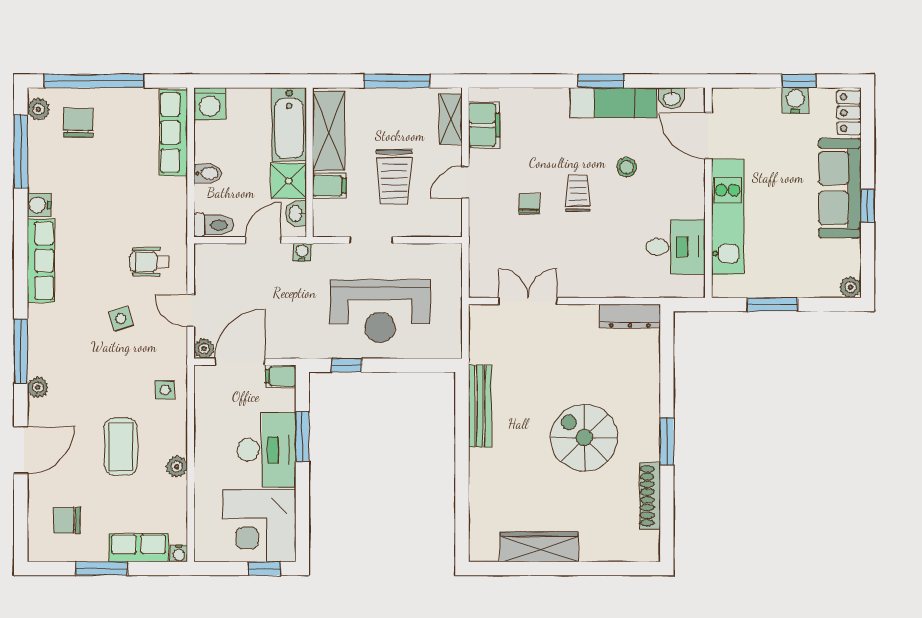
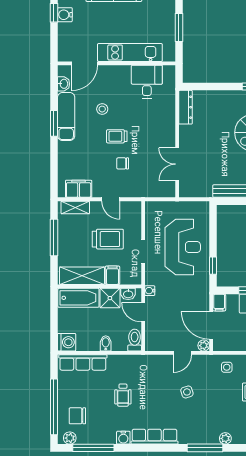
wheelchair: (149, 262) -> (123, 395), moved

